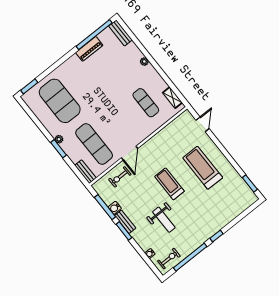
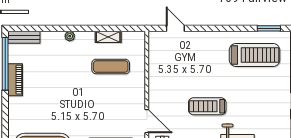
shelving: (172, 98) -> (108, 37), moved
treadmill: (203, 168) -> (254, 55), moved, turned 180

